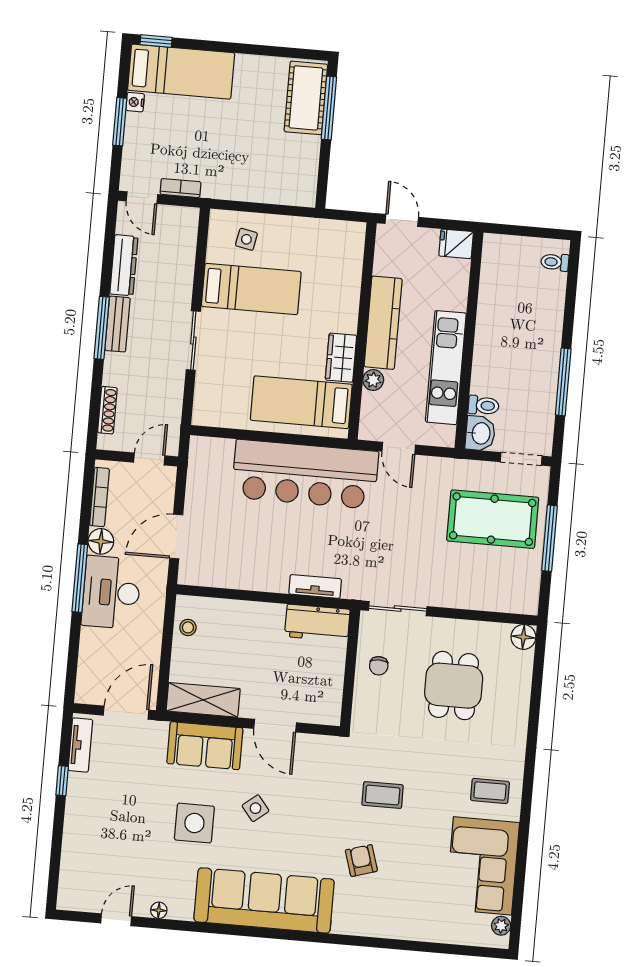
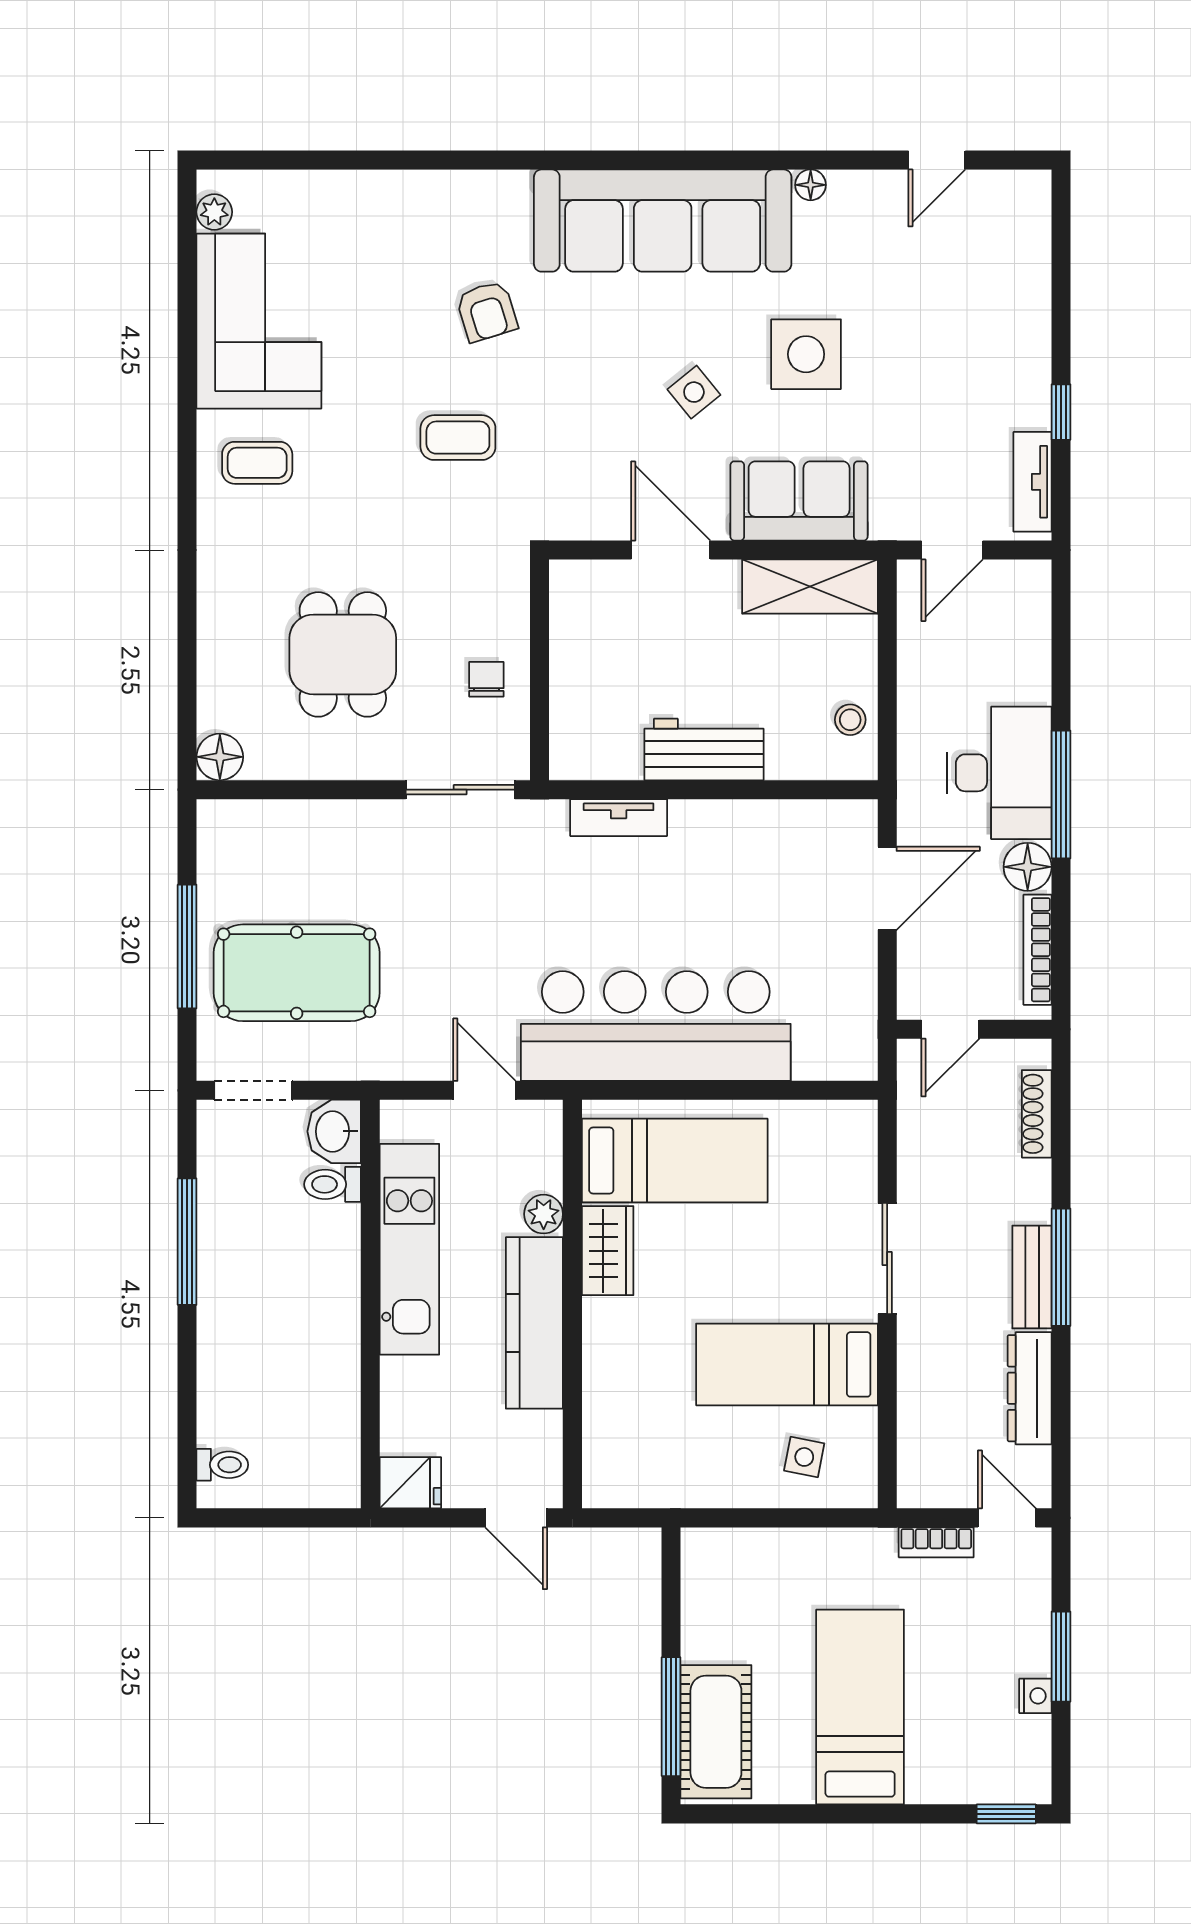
bed: (181, 72) -> (860, 1707), moved, turned 90
workbench: (317, 623) -> (704, 749), moved
door: (126, 713) -> (952, 550), width x0.73
floor lamp: (159, 910) -> (811, 185), moved

